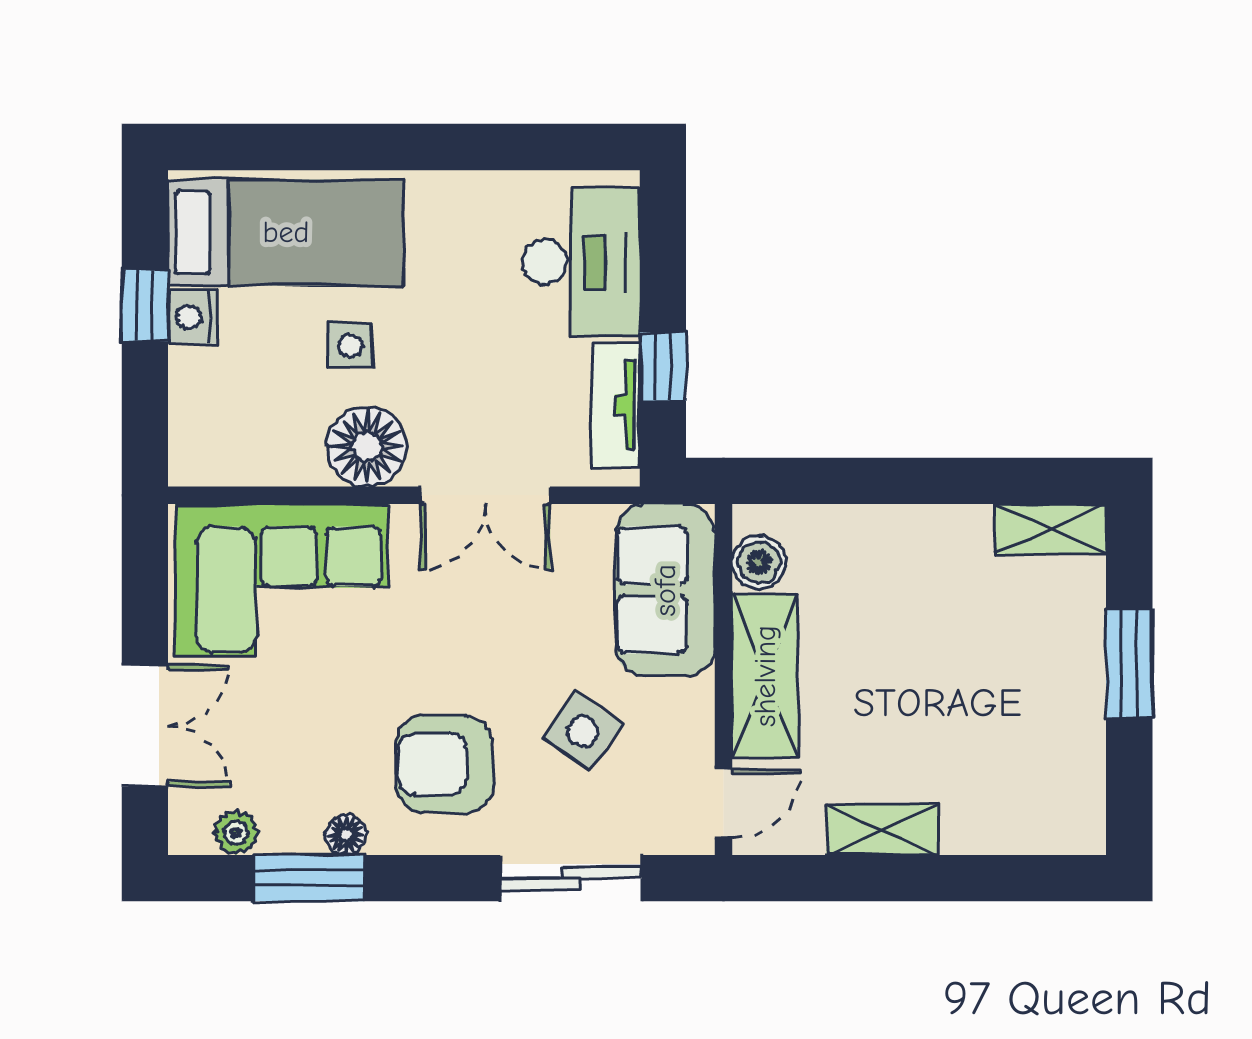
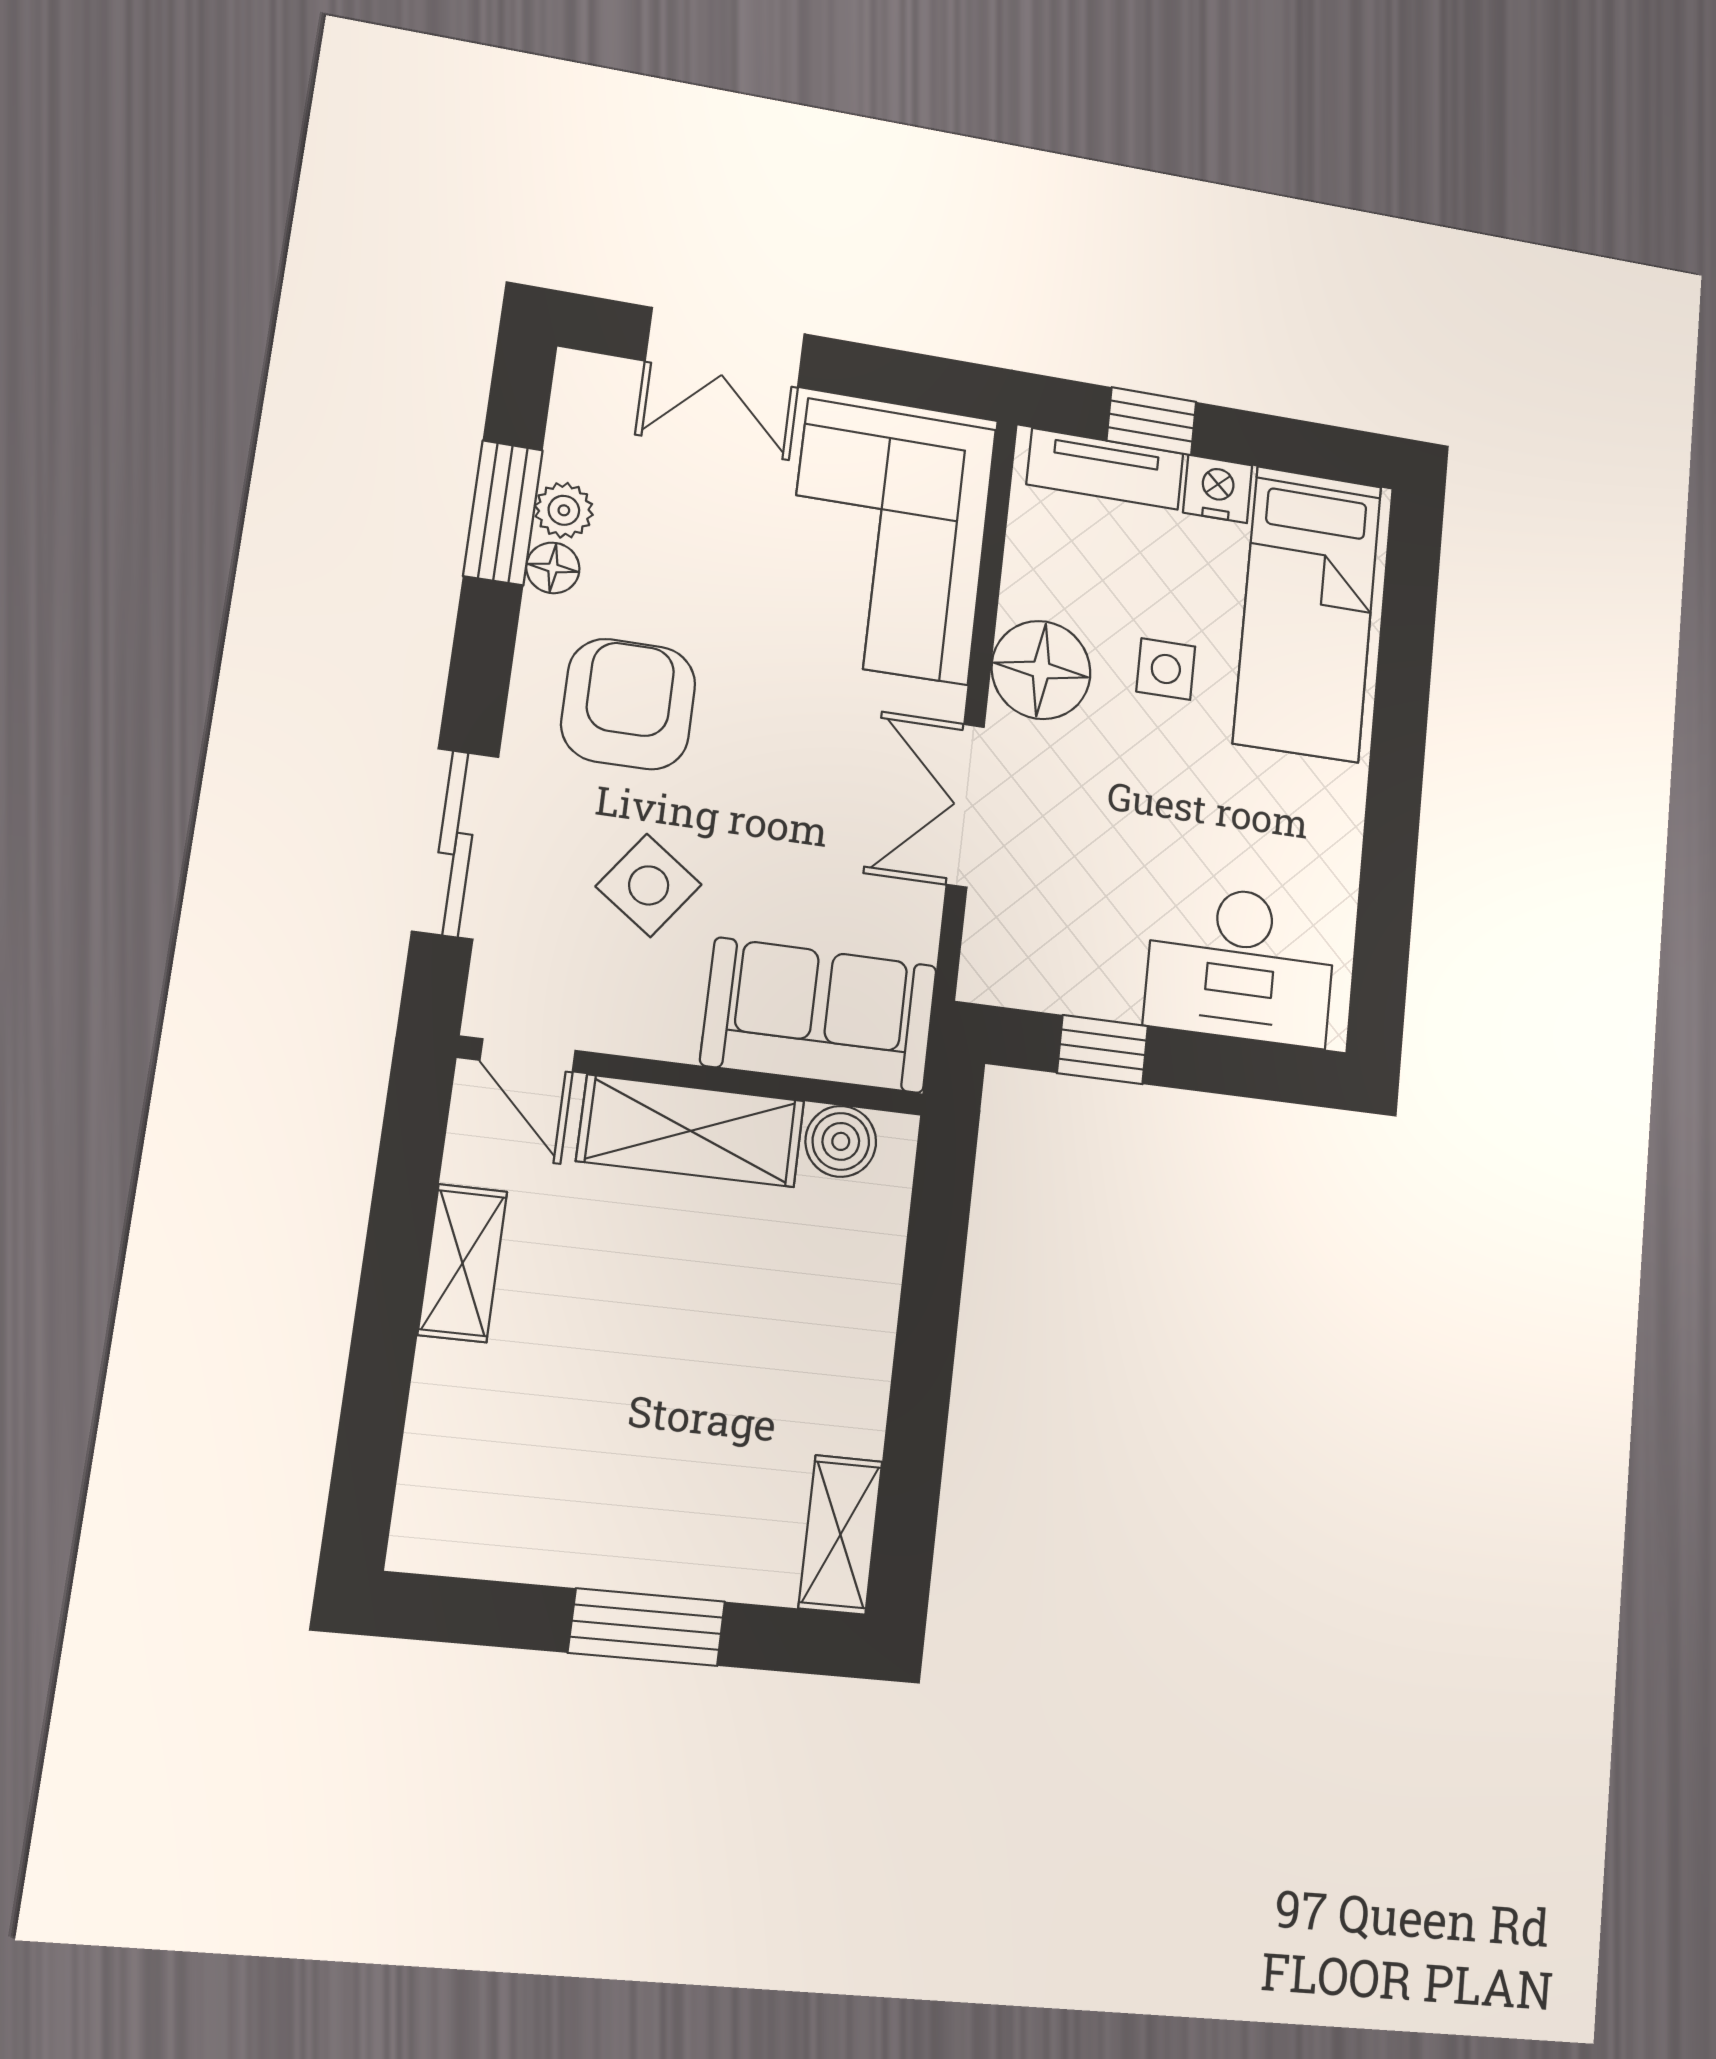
window: (145, 305) -> (1151, 421), moved
tv unit: (616, 405) -> (1105, 469), moved, turned 180
plant: (236, 833) -> (564, 510), moved

